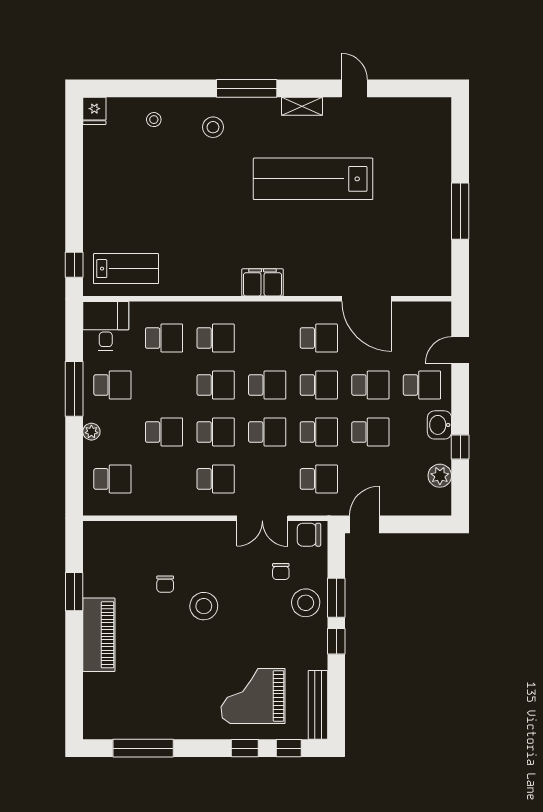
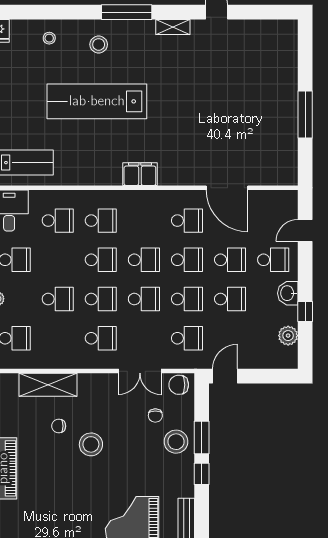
lab bench: (313, 179) -> (97, 101), moved
shelving: (152, 535) -> (48, 385), added
chair: (165, 584) -> (59, 426), turned 90

